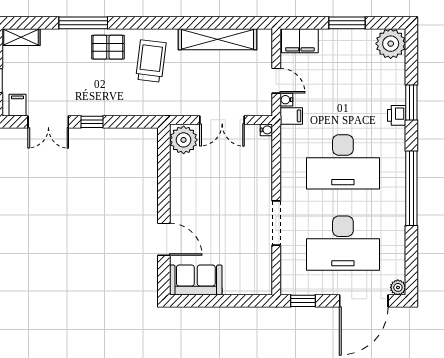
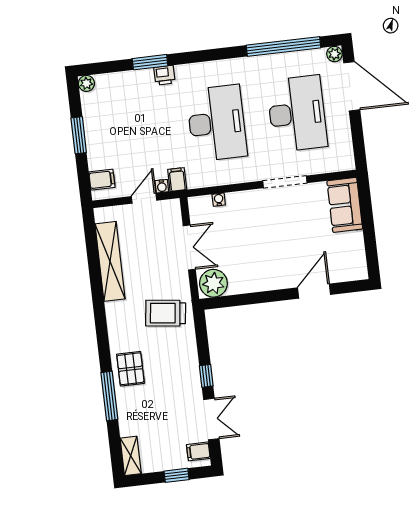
filing cabinet: (300, 41) -> (102, 180), width x0.50
plant: (391, 44) -> (86, 83), width x0.53, depth x0.53
trolley: (151, 61) -> (166, 313), moved
water cooler: (266, 130) -> (219, 200), moved
window: (411, 188) -> (283, 46), moved
sofa: (196, 280) -> (345, 205), moved
window: (303, 301) -> (359, 146), removed

